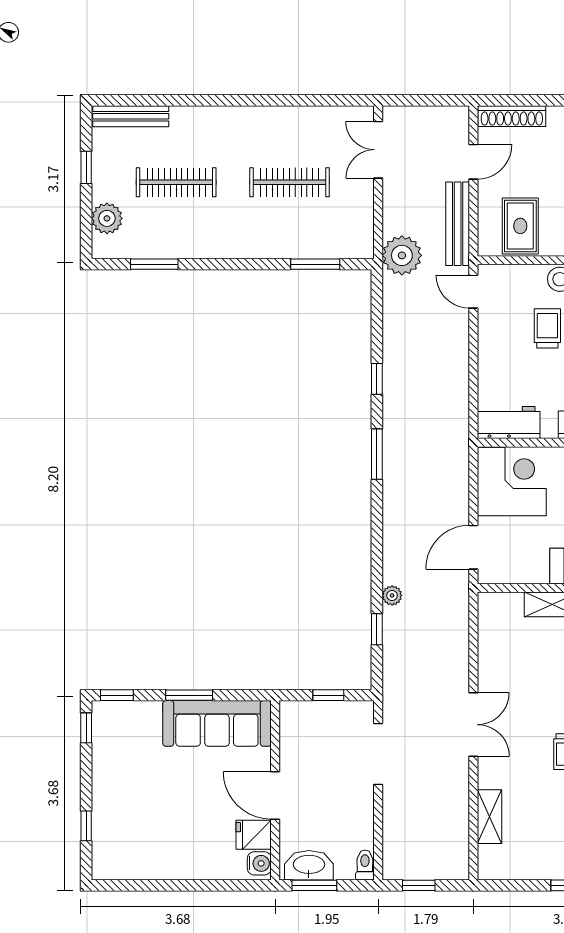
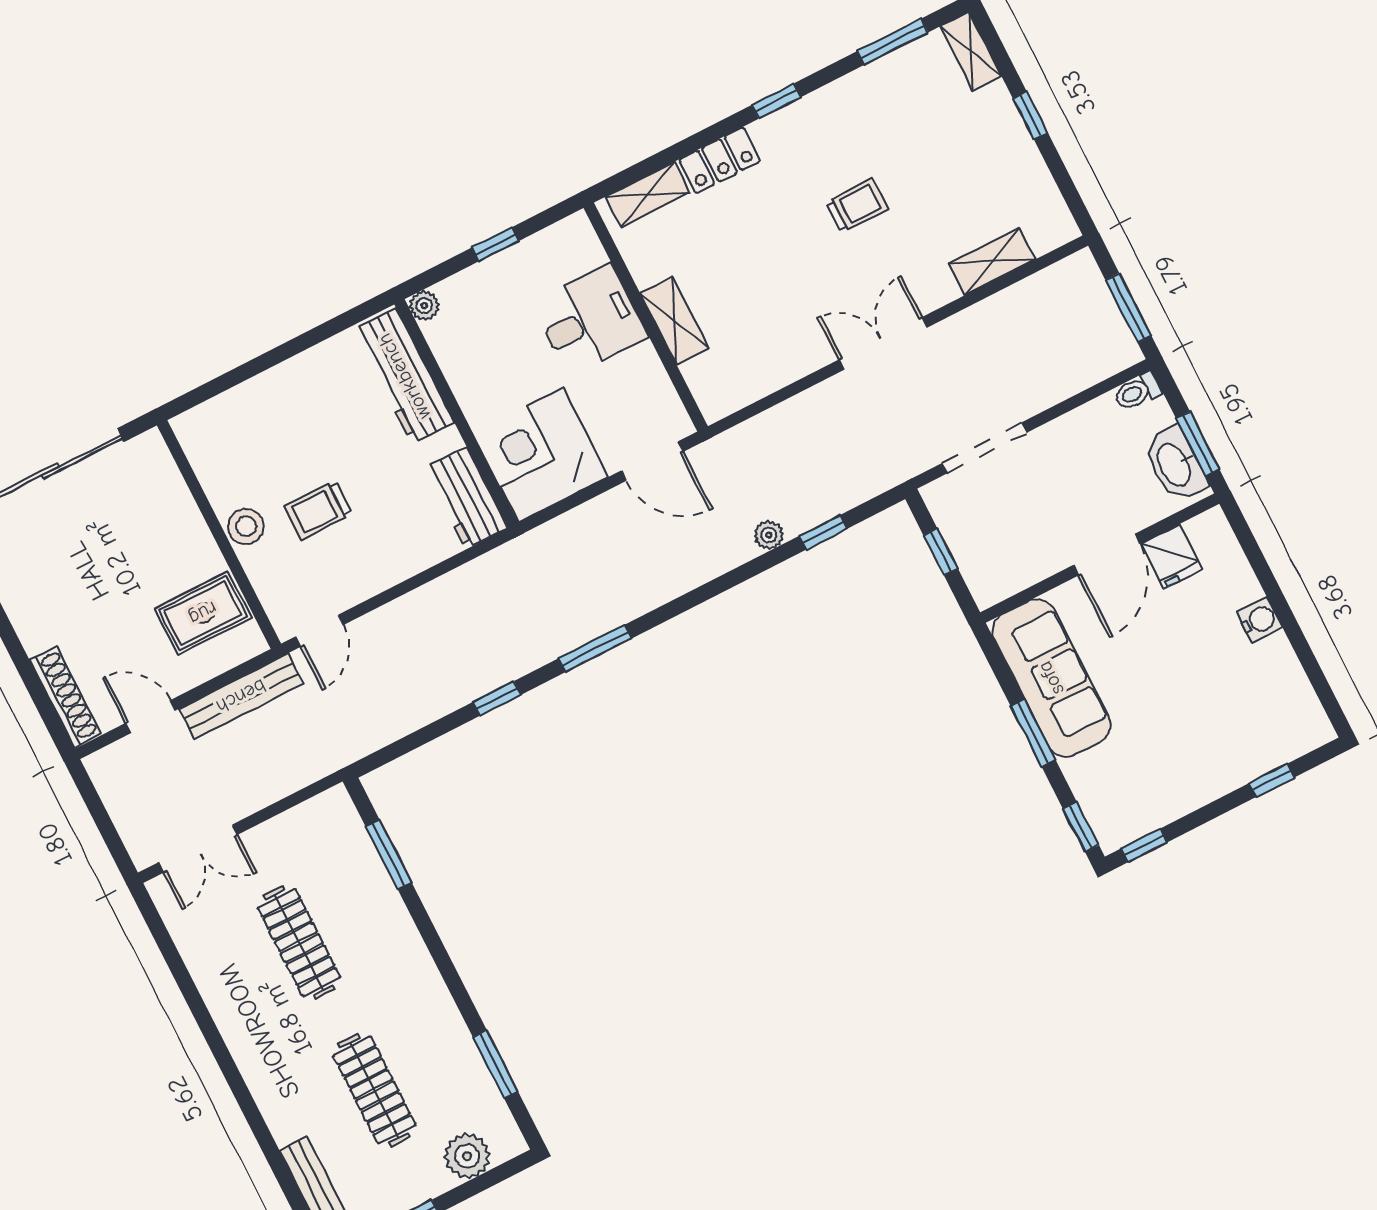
plant: (402, 255) -> (320, 748), removed
water cooler: (259, 863) -> (1259, 620), moved, turned 90
window: (419, 885) -> (1128, 308), width x1.50

